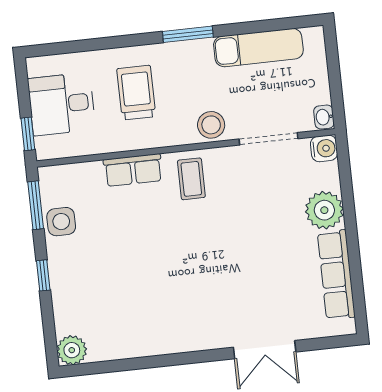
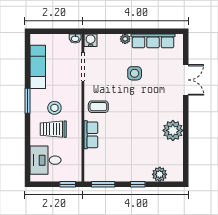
desk: (62, 104) -> (46, 160), moved, turned 90
stool: (211, 125) -> (54, 108), moved
plant: (324, 210) -> (125, 39), width x0.53, depth x0.53
side table: (61, 222) -> (135, 73), moved
plant: (160, 335) -> (173, 130), added
plant: (72, 350) -> (160, 174), moved

